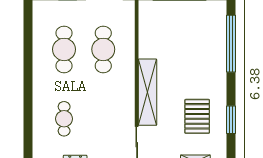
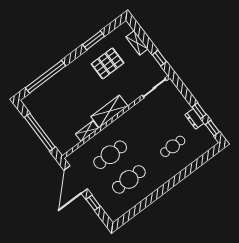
shelving: (145, 44) -> (87, 131), added
shelving: (148, 92) -> (109, 111), width x0.68

